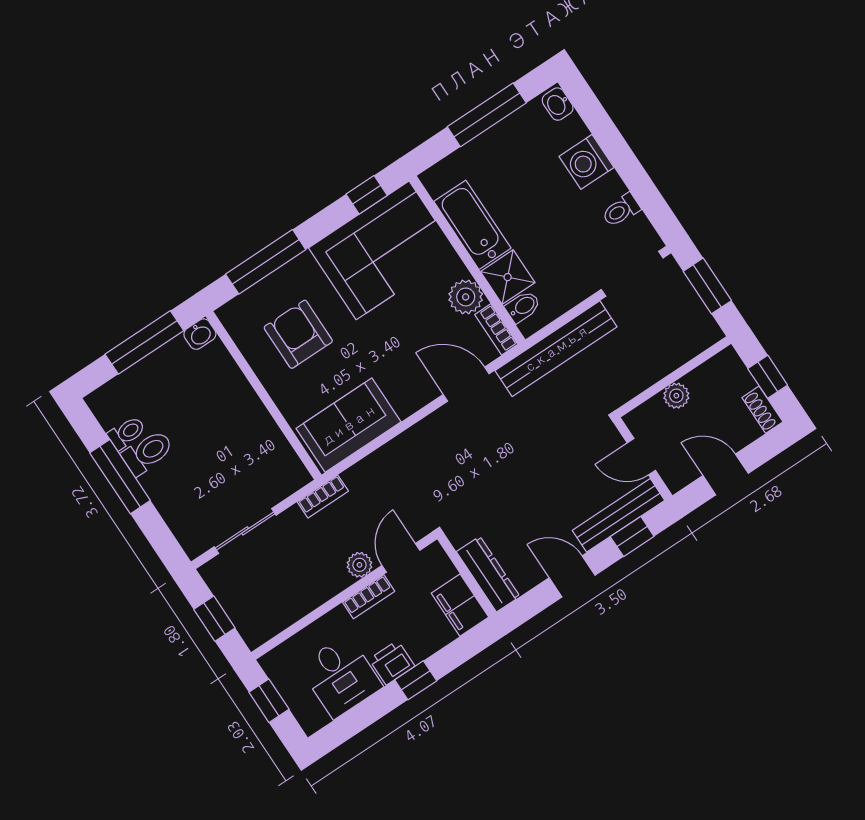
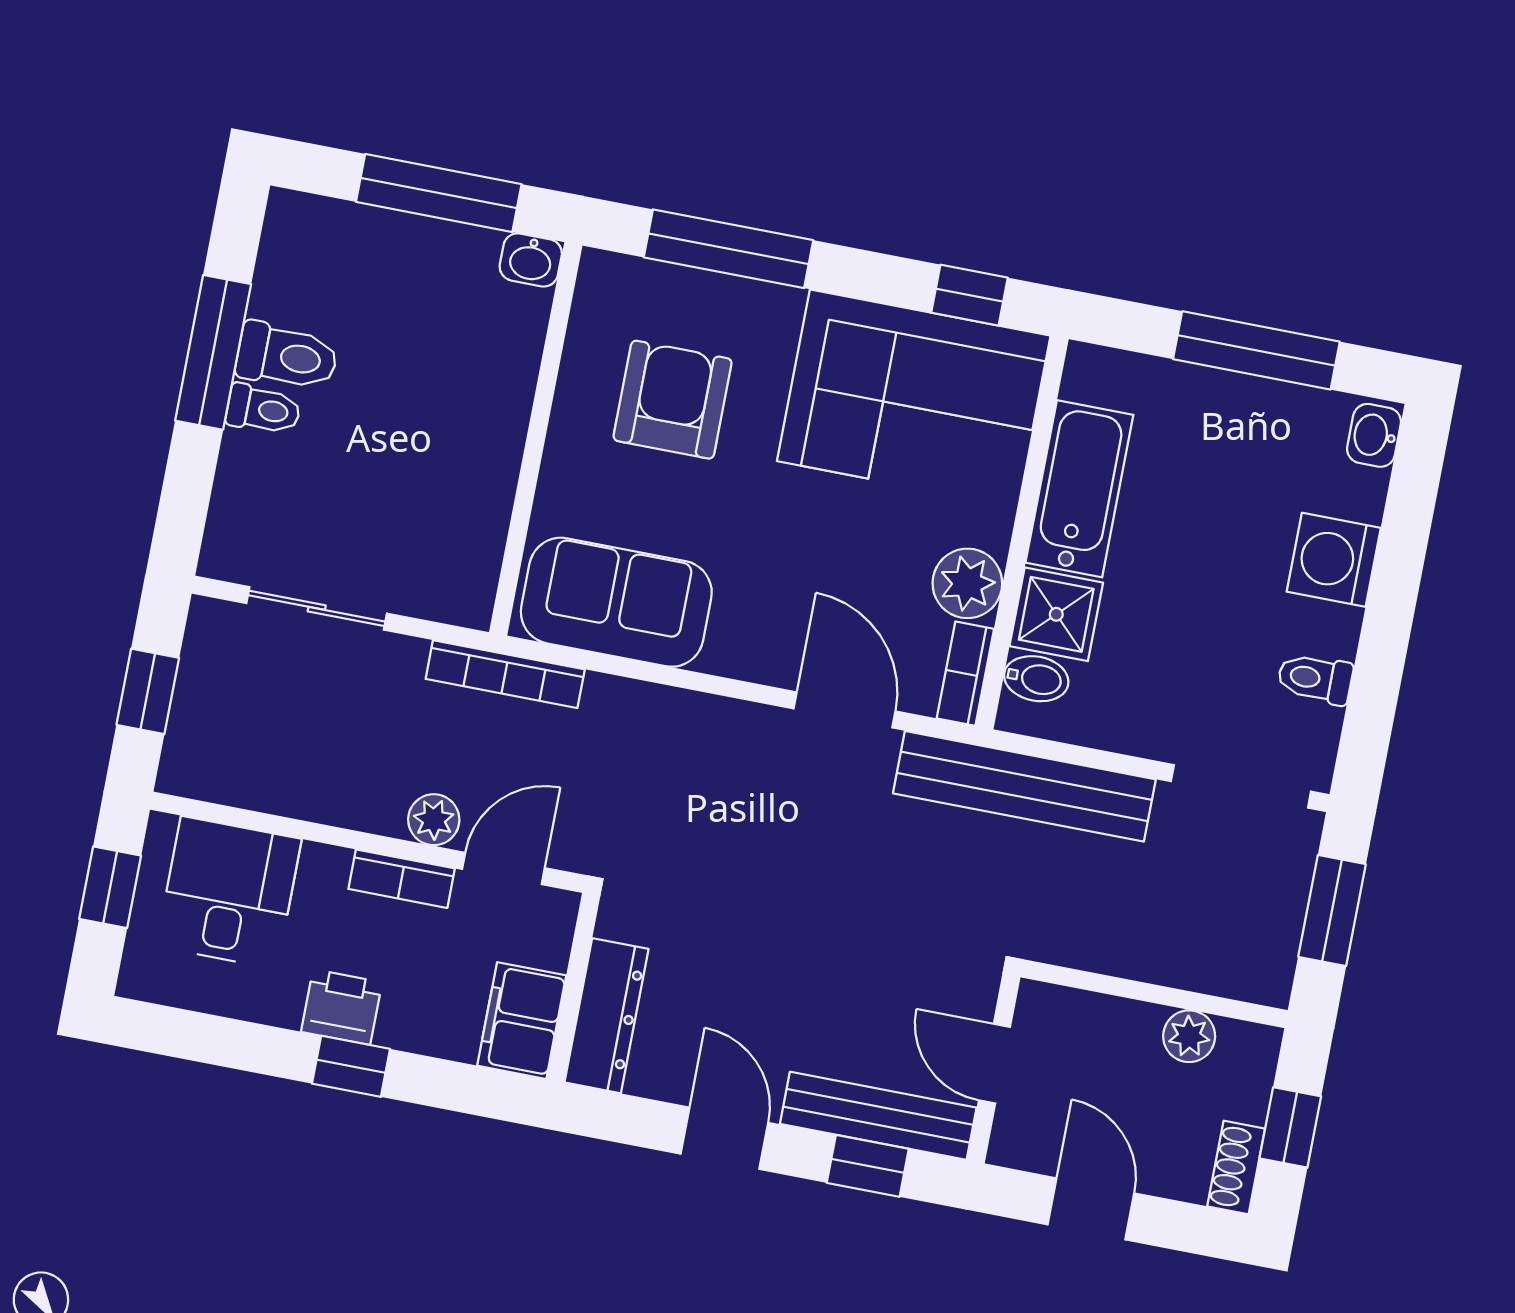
plant: (676, 396) -> (1189, 1036), moved
toilet: (127, 433) -> (263, 409), moved
bookcase: (323, 496) -> (505, 674), width x1.56
desk: (341, 676) -> (229, 893), moved, turned 180

